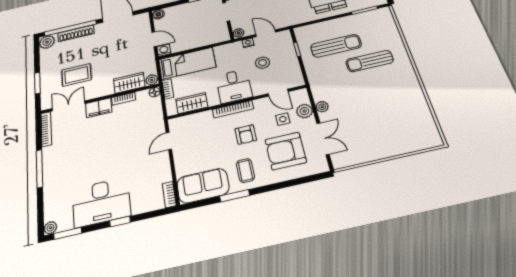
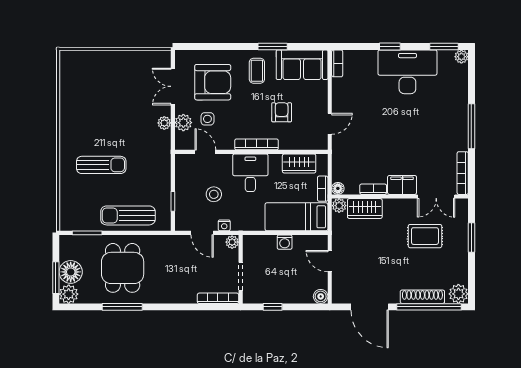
sun lounger: (336, 46) -> (128, 215), moved
washing machine: (164, 50) -> (285, 242), moved
armchair: (246, 135) -> (282, 112), moved

